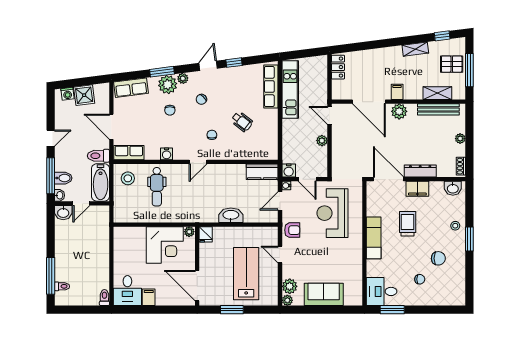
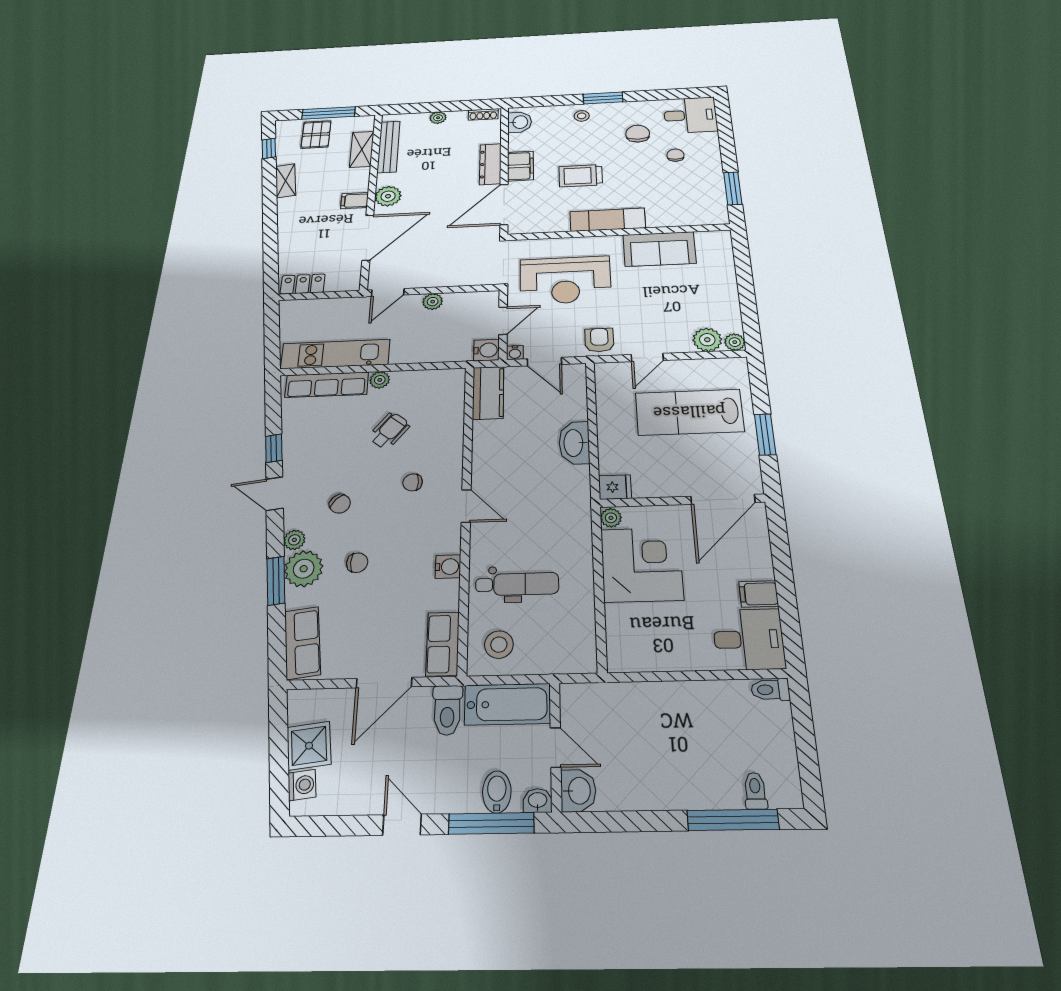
plant: (273, 115) -> (380, 380), added
desk: (382, 291) -> (690, 115), moved, turned -90
sofa: (324, 294) -> (659, 249), moved, turned -90

